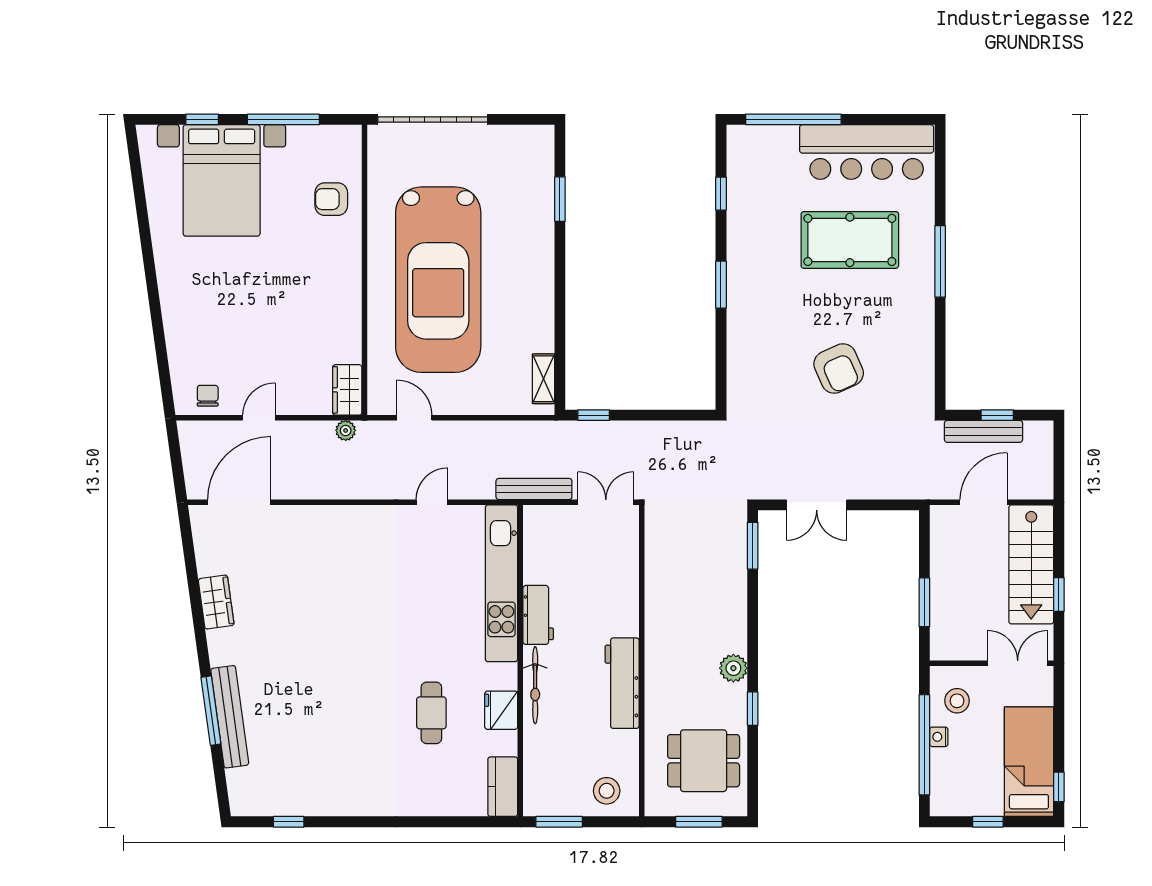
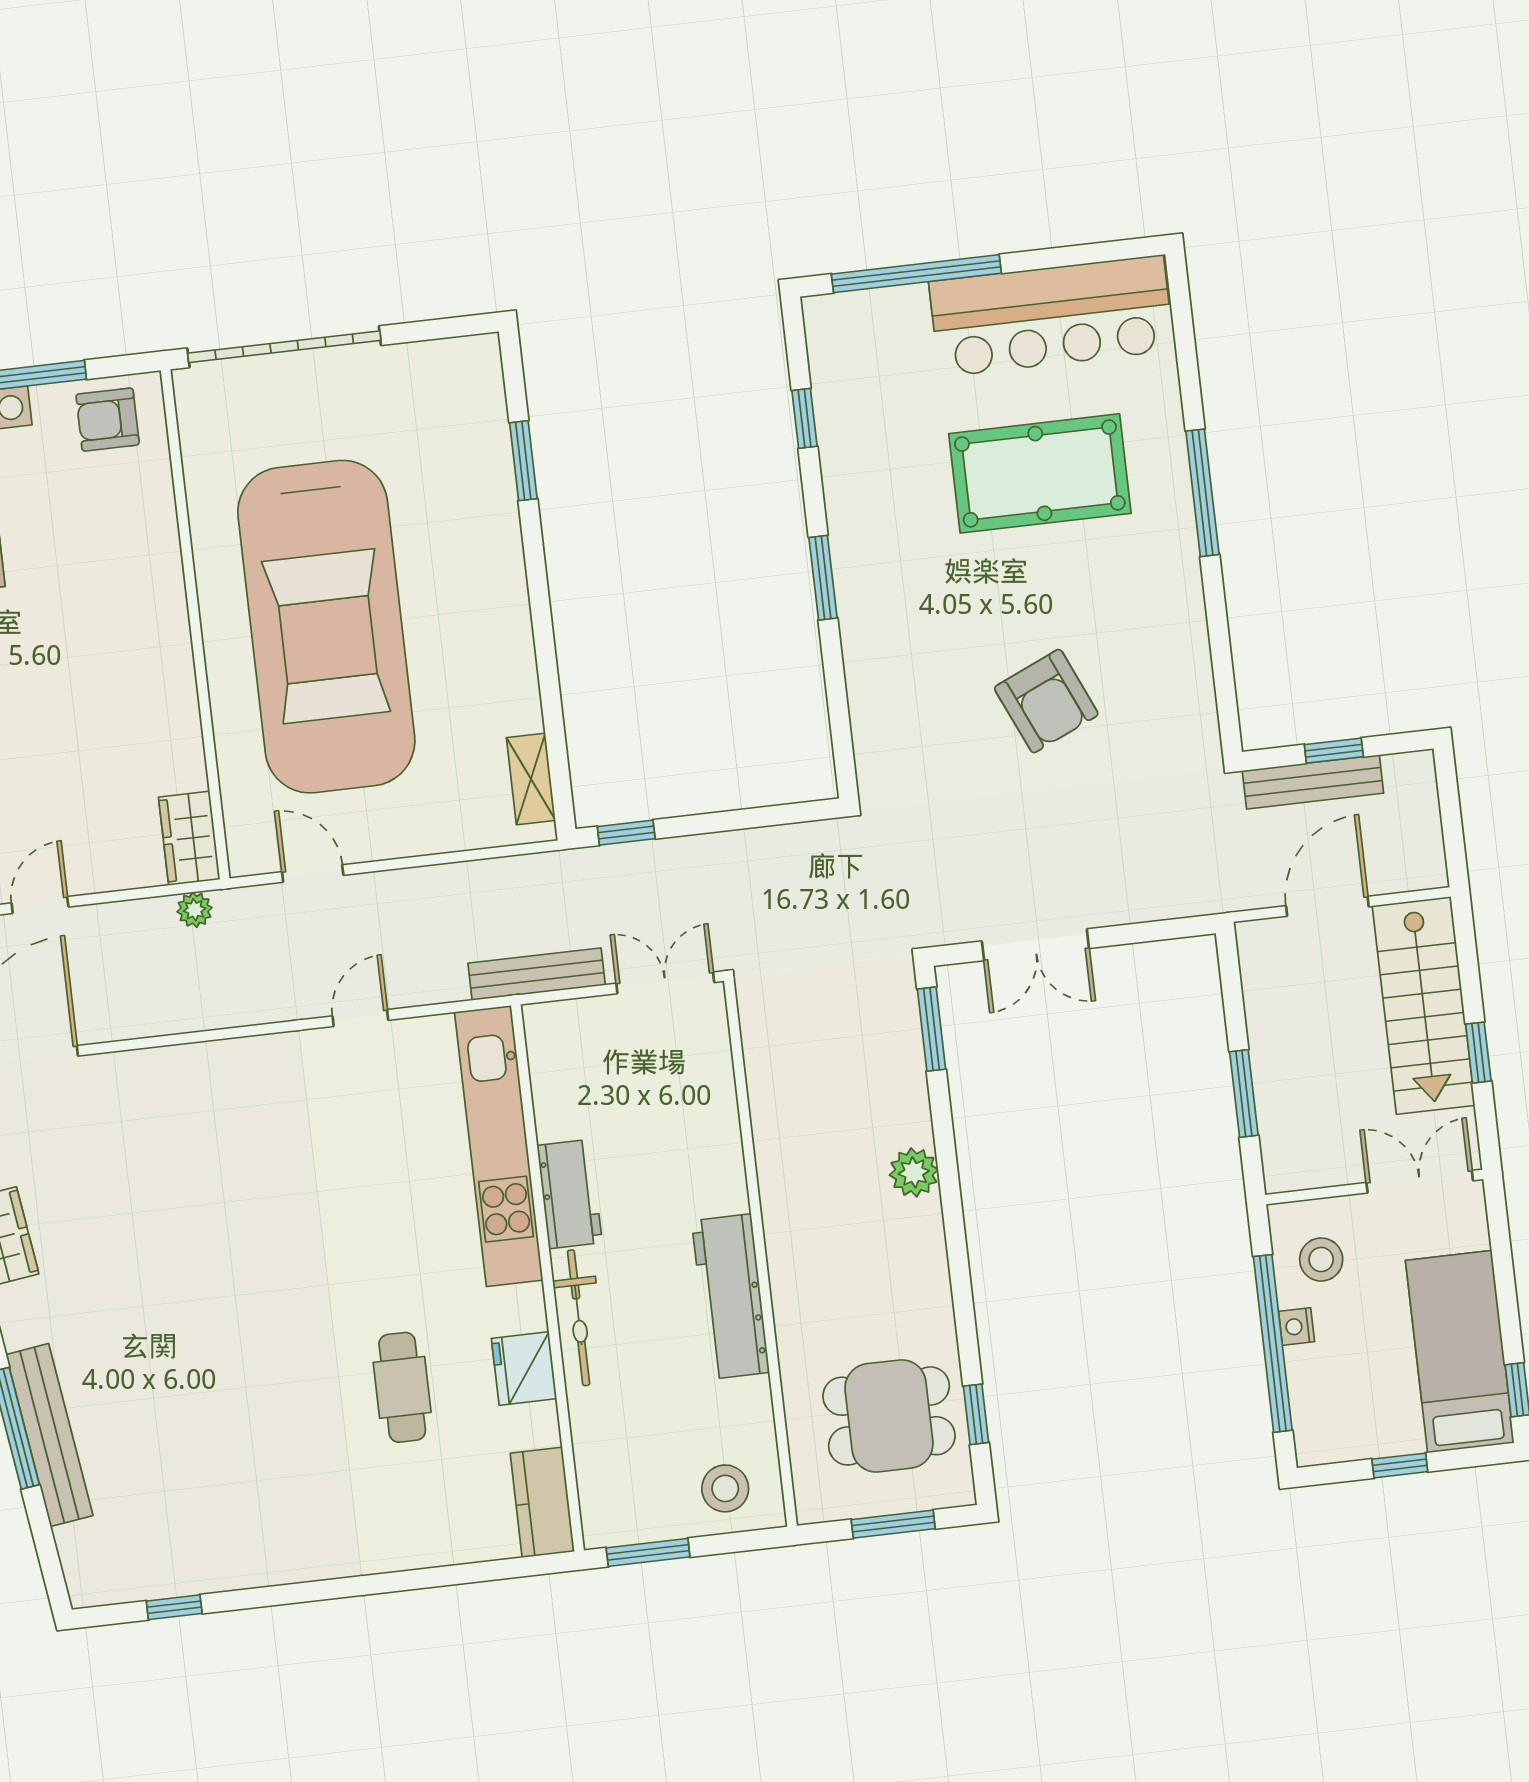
armchair: (331, 199) -> (108, 420), moved
plant: (733, 668) -> (914, 1172), moved
window: (753, 709) -> (976, 1414), moved

